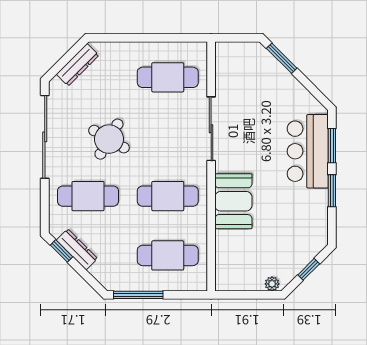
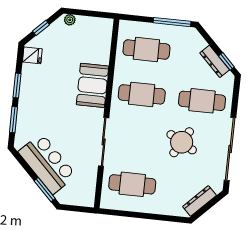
bar counter: (308, 151) -> (47, 164), moved, turned -45
fridge: (316, 232) -> (32, 55), added

